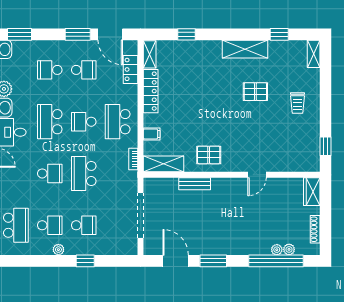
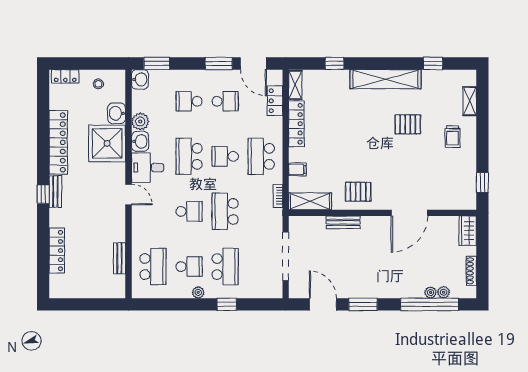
shelving: (245, 49) -> (385, 79), width x1.47
shelving: (314, 54) -> (470, 101), moved
door: (257, 175) -> (409, 213), width x1.88
school desk: (84, 225) -> (225, 267), width x1.85

